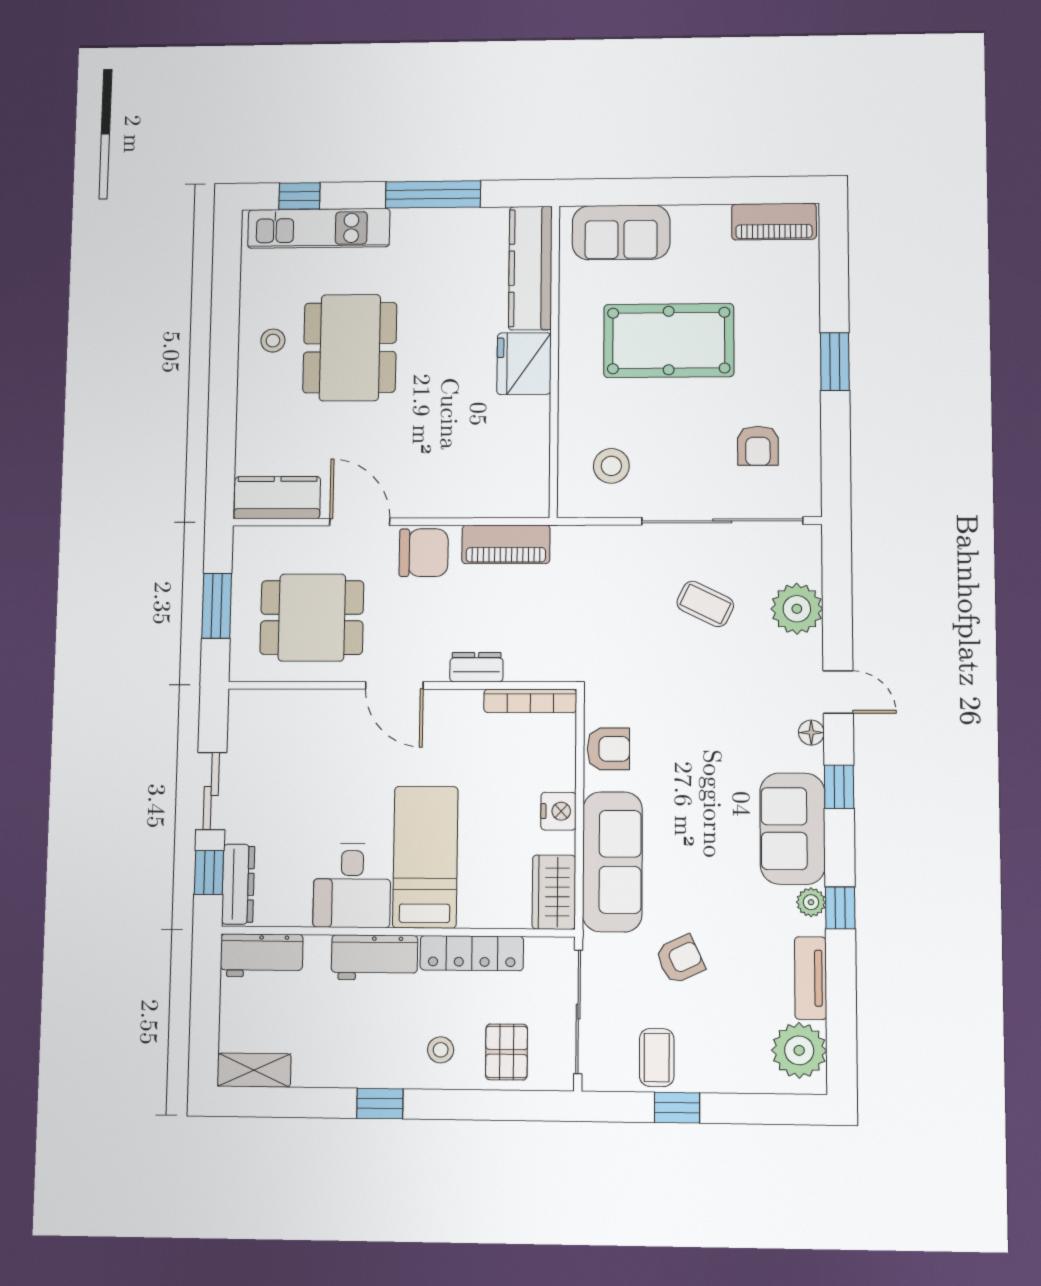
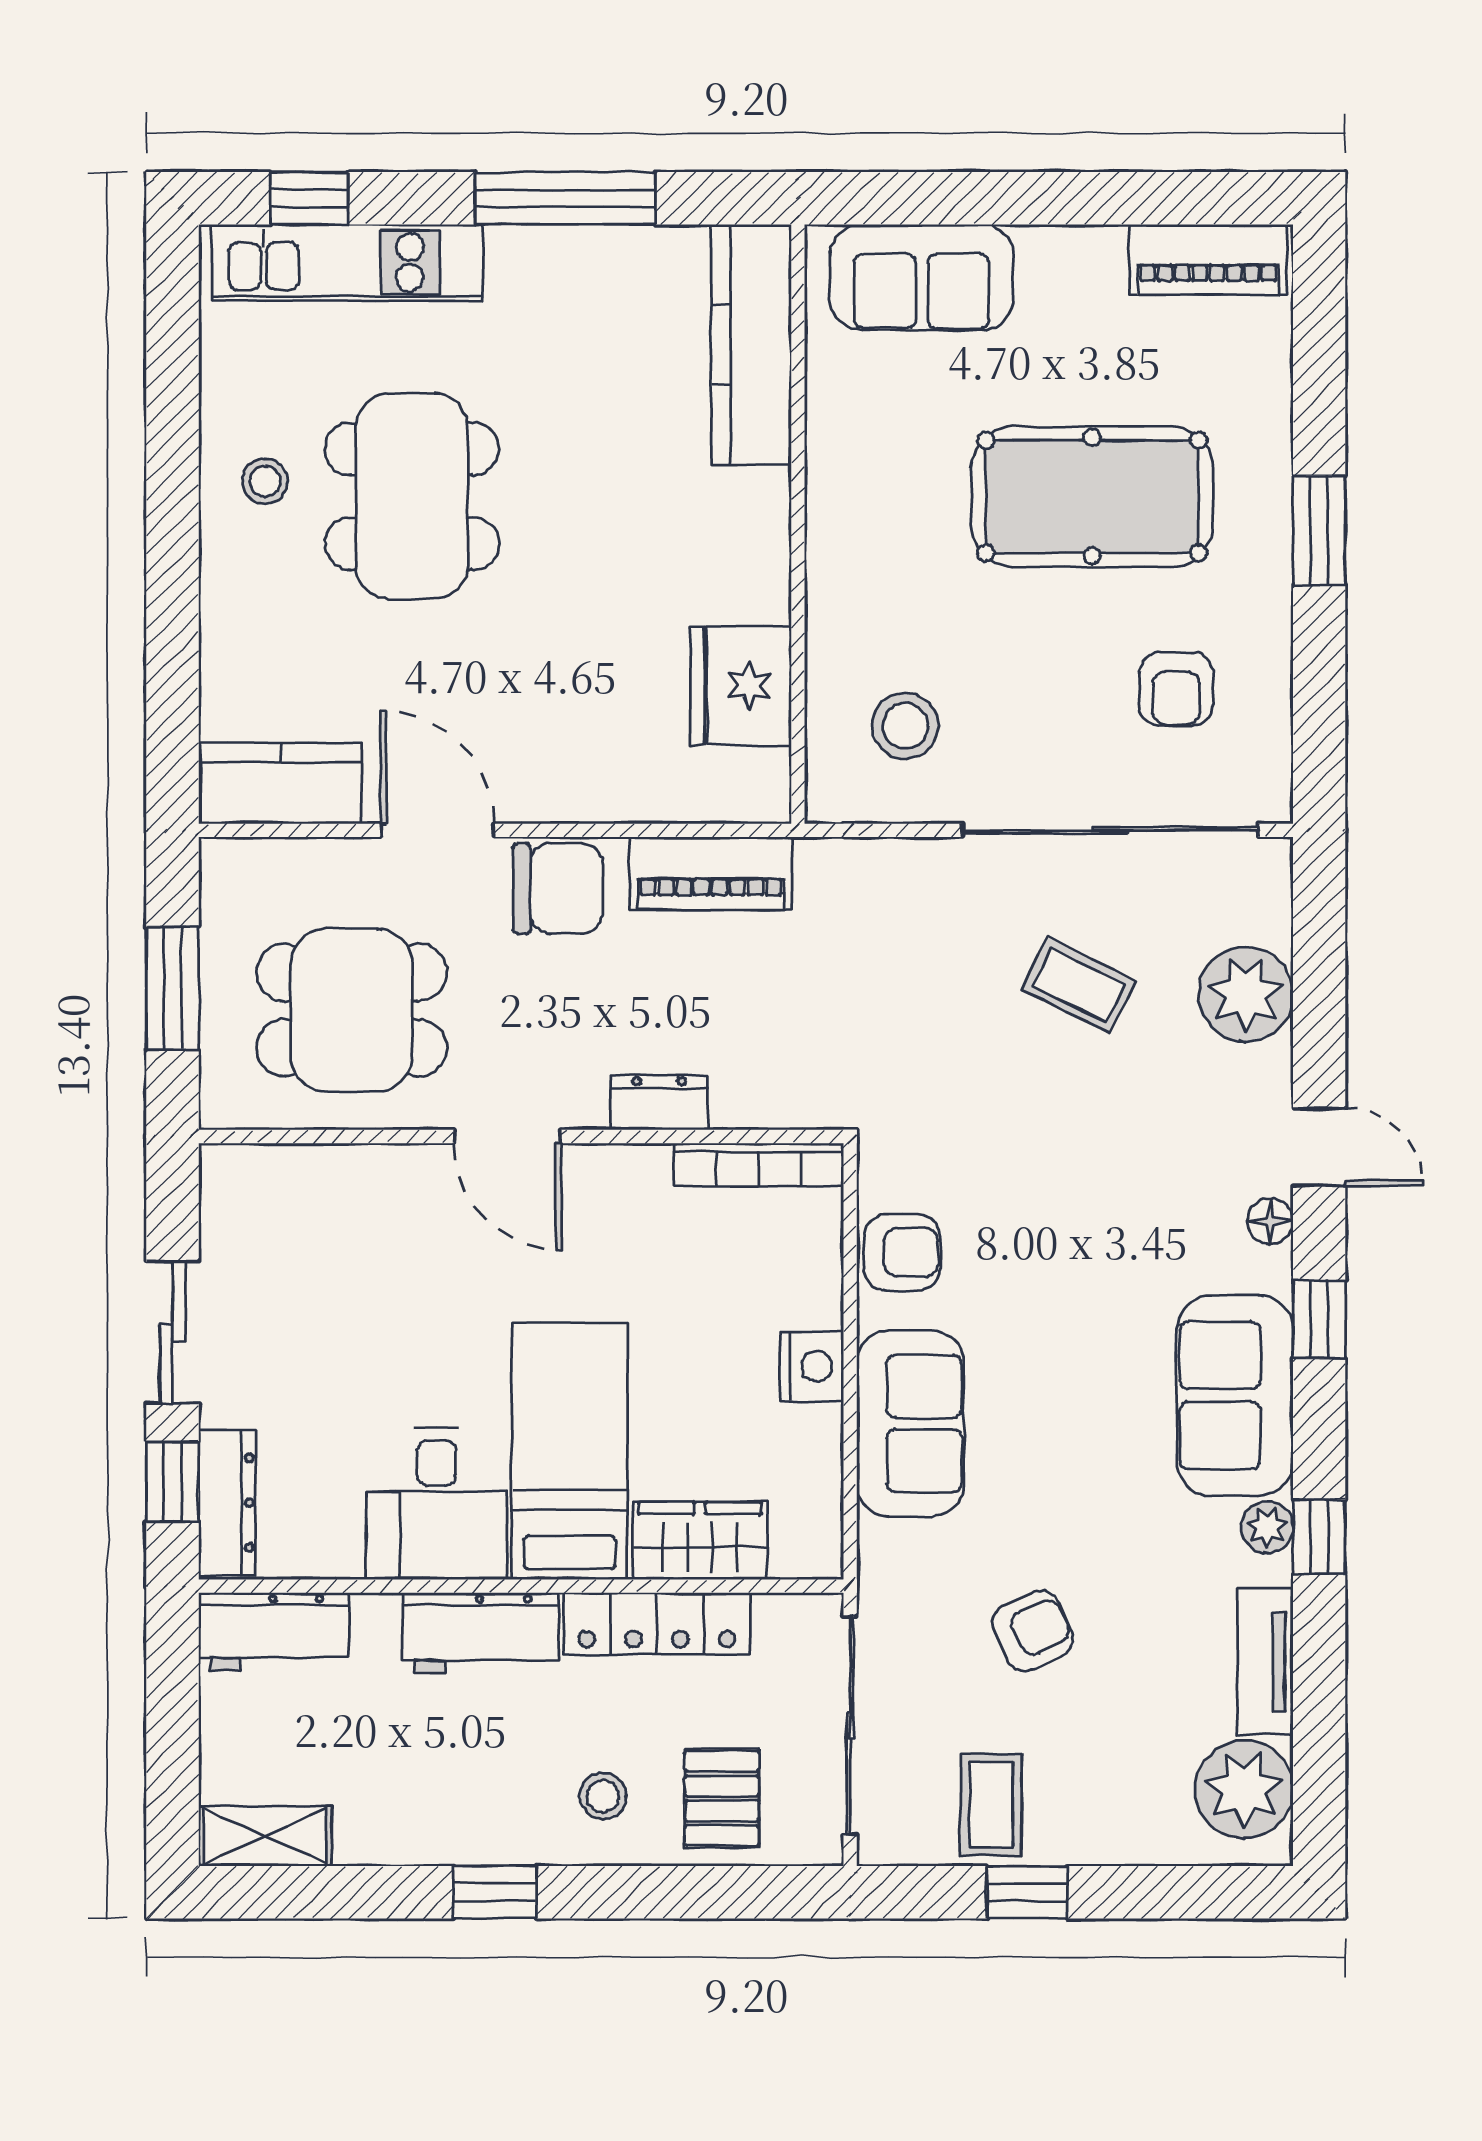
pool table: (669, 340) -> (1092, 497), moved
fridge: (524, 364) -> (741, 686), moved
sofa: (612, 862) -> (910, 1424), width x0.73
wardrobe: (554, 892) -> (700, 1541), moved, turned 90

